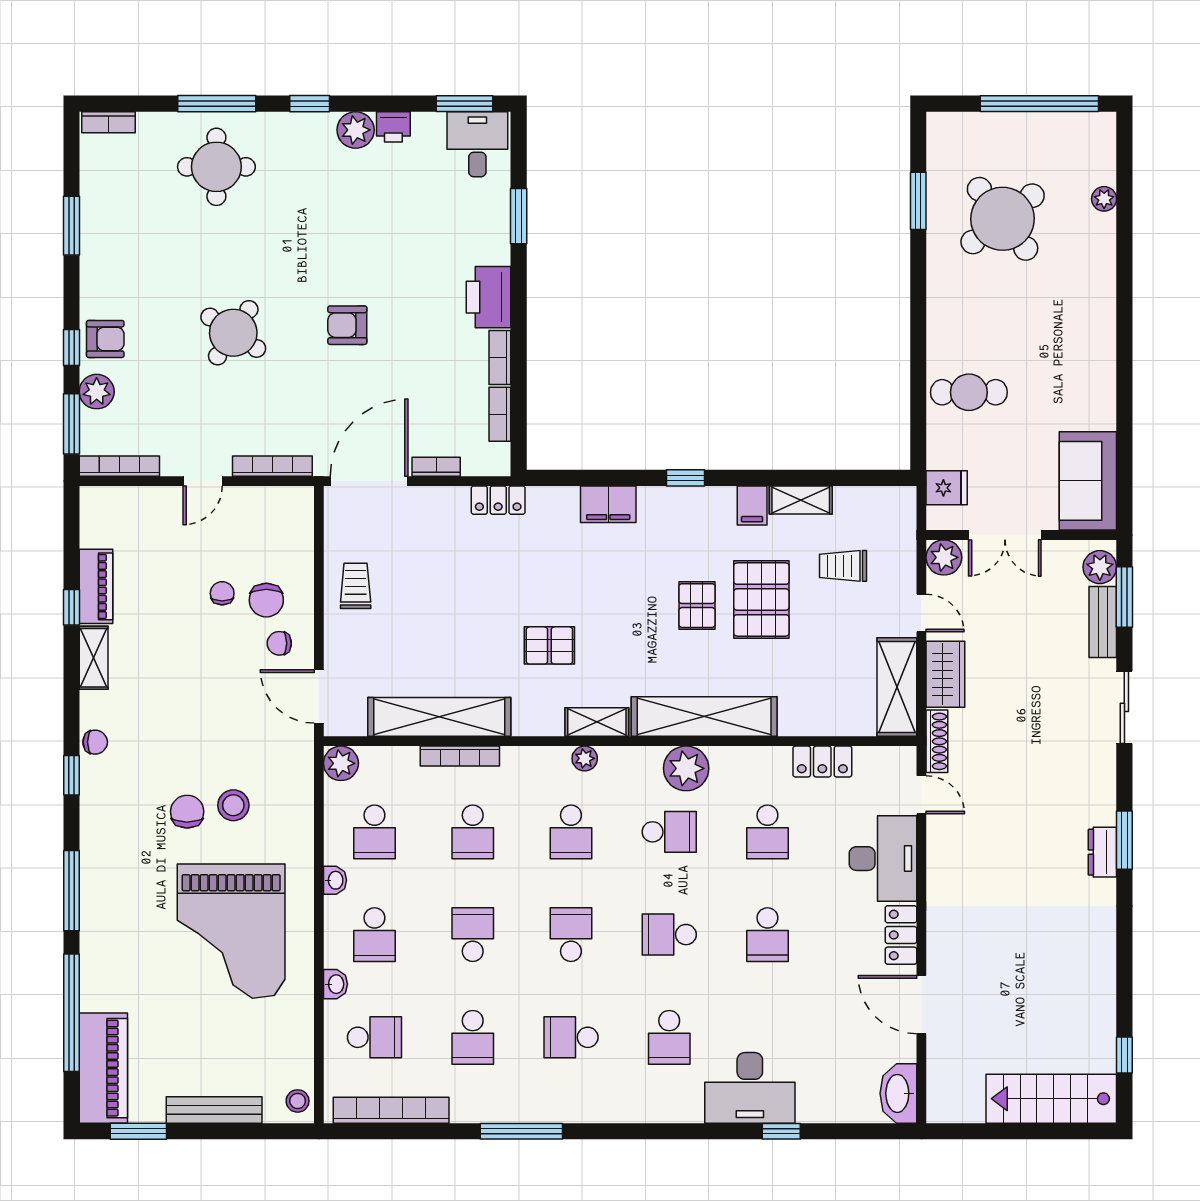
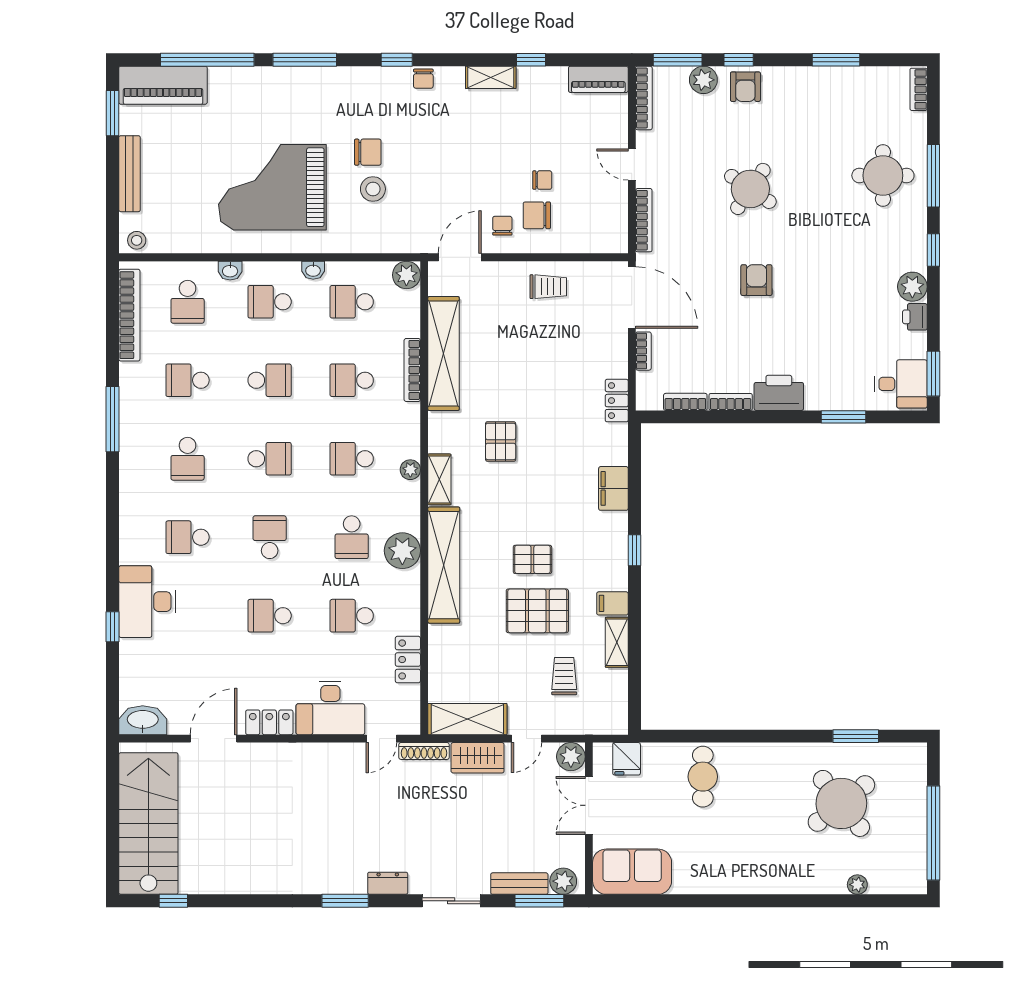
piano: (96, 586) -> (598, 79), moved
dresser: (1102, 852) -> (388, 883), moved
school desk: (571, 1037) -> (188, 459), turned 180
stairs: (1051, 1099) -> (148, 824), width x1.36, depth x1.51

